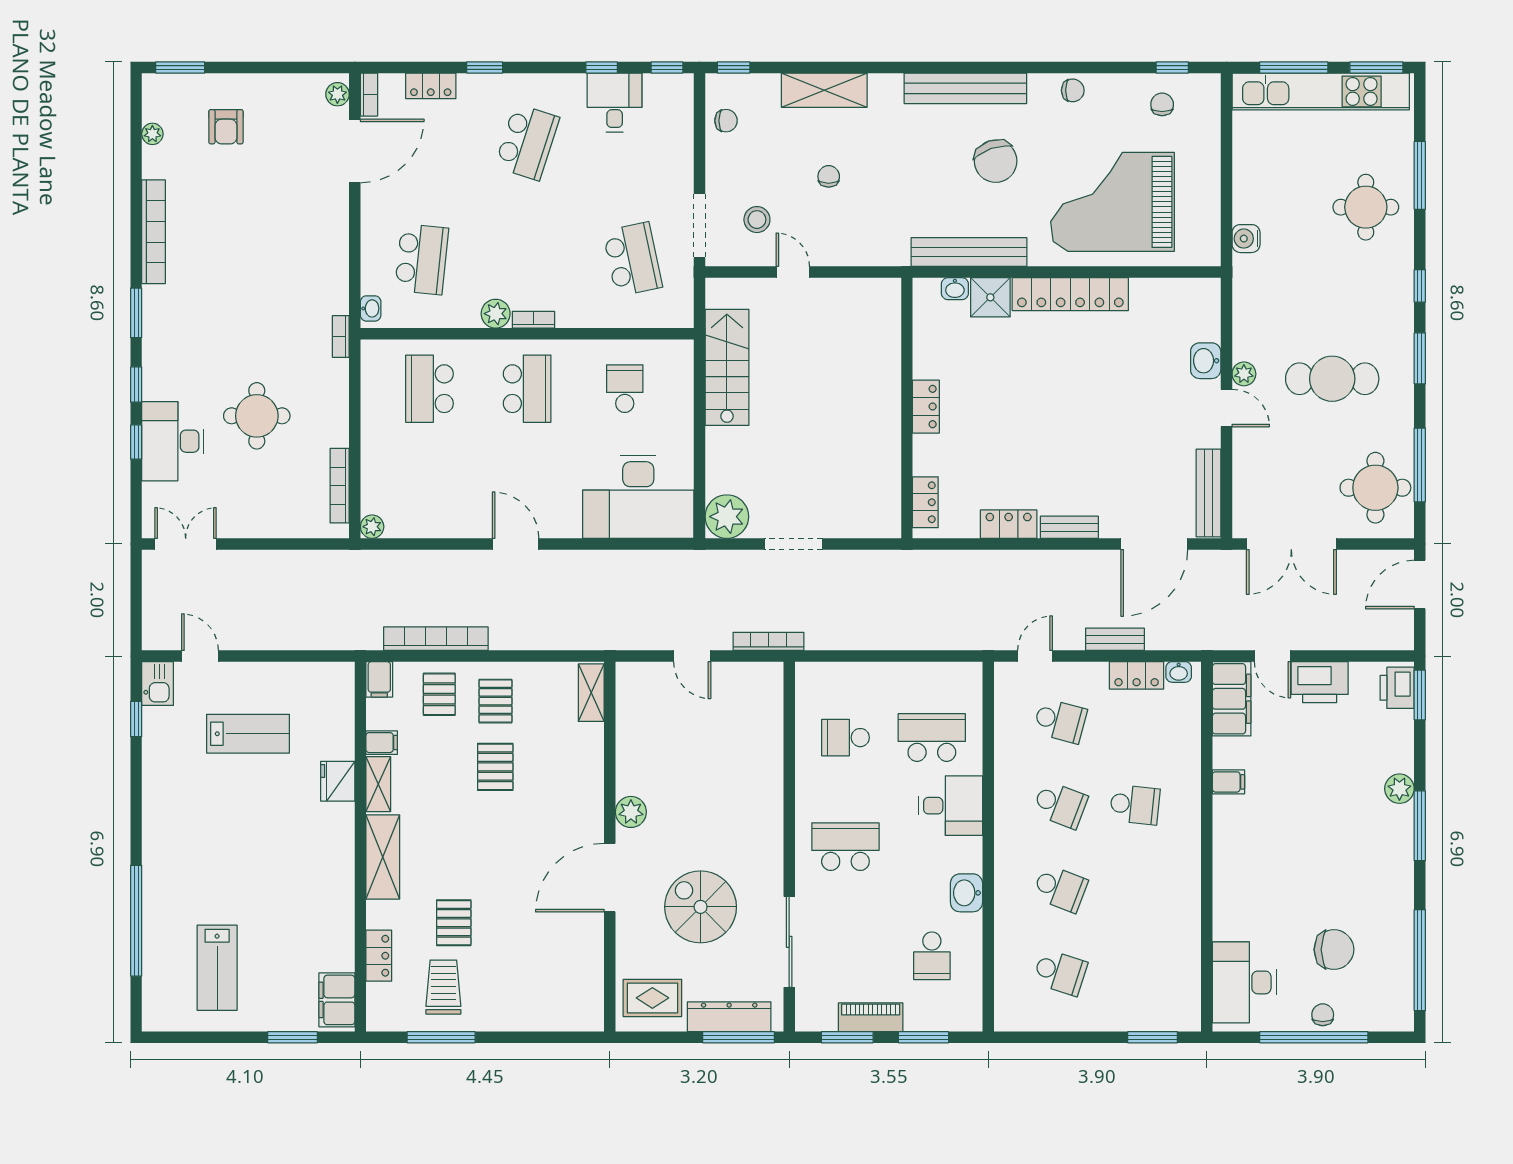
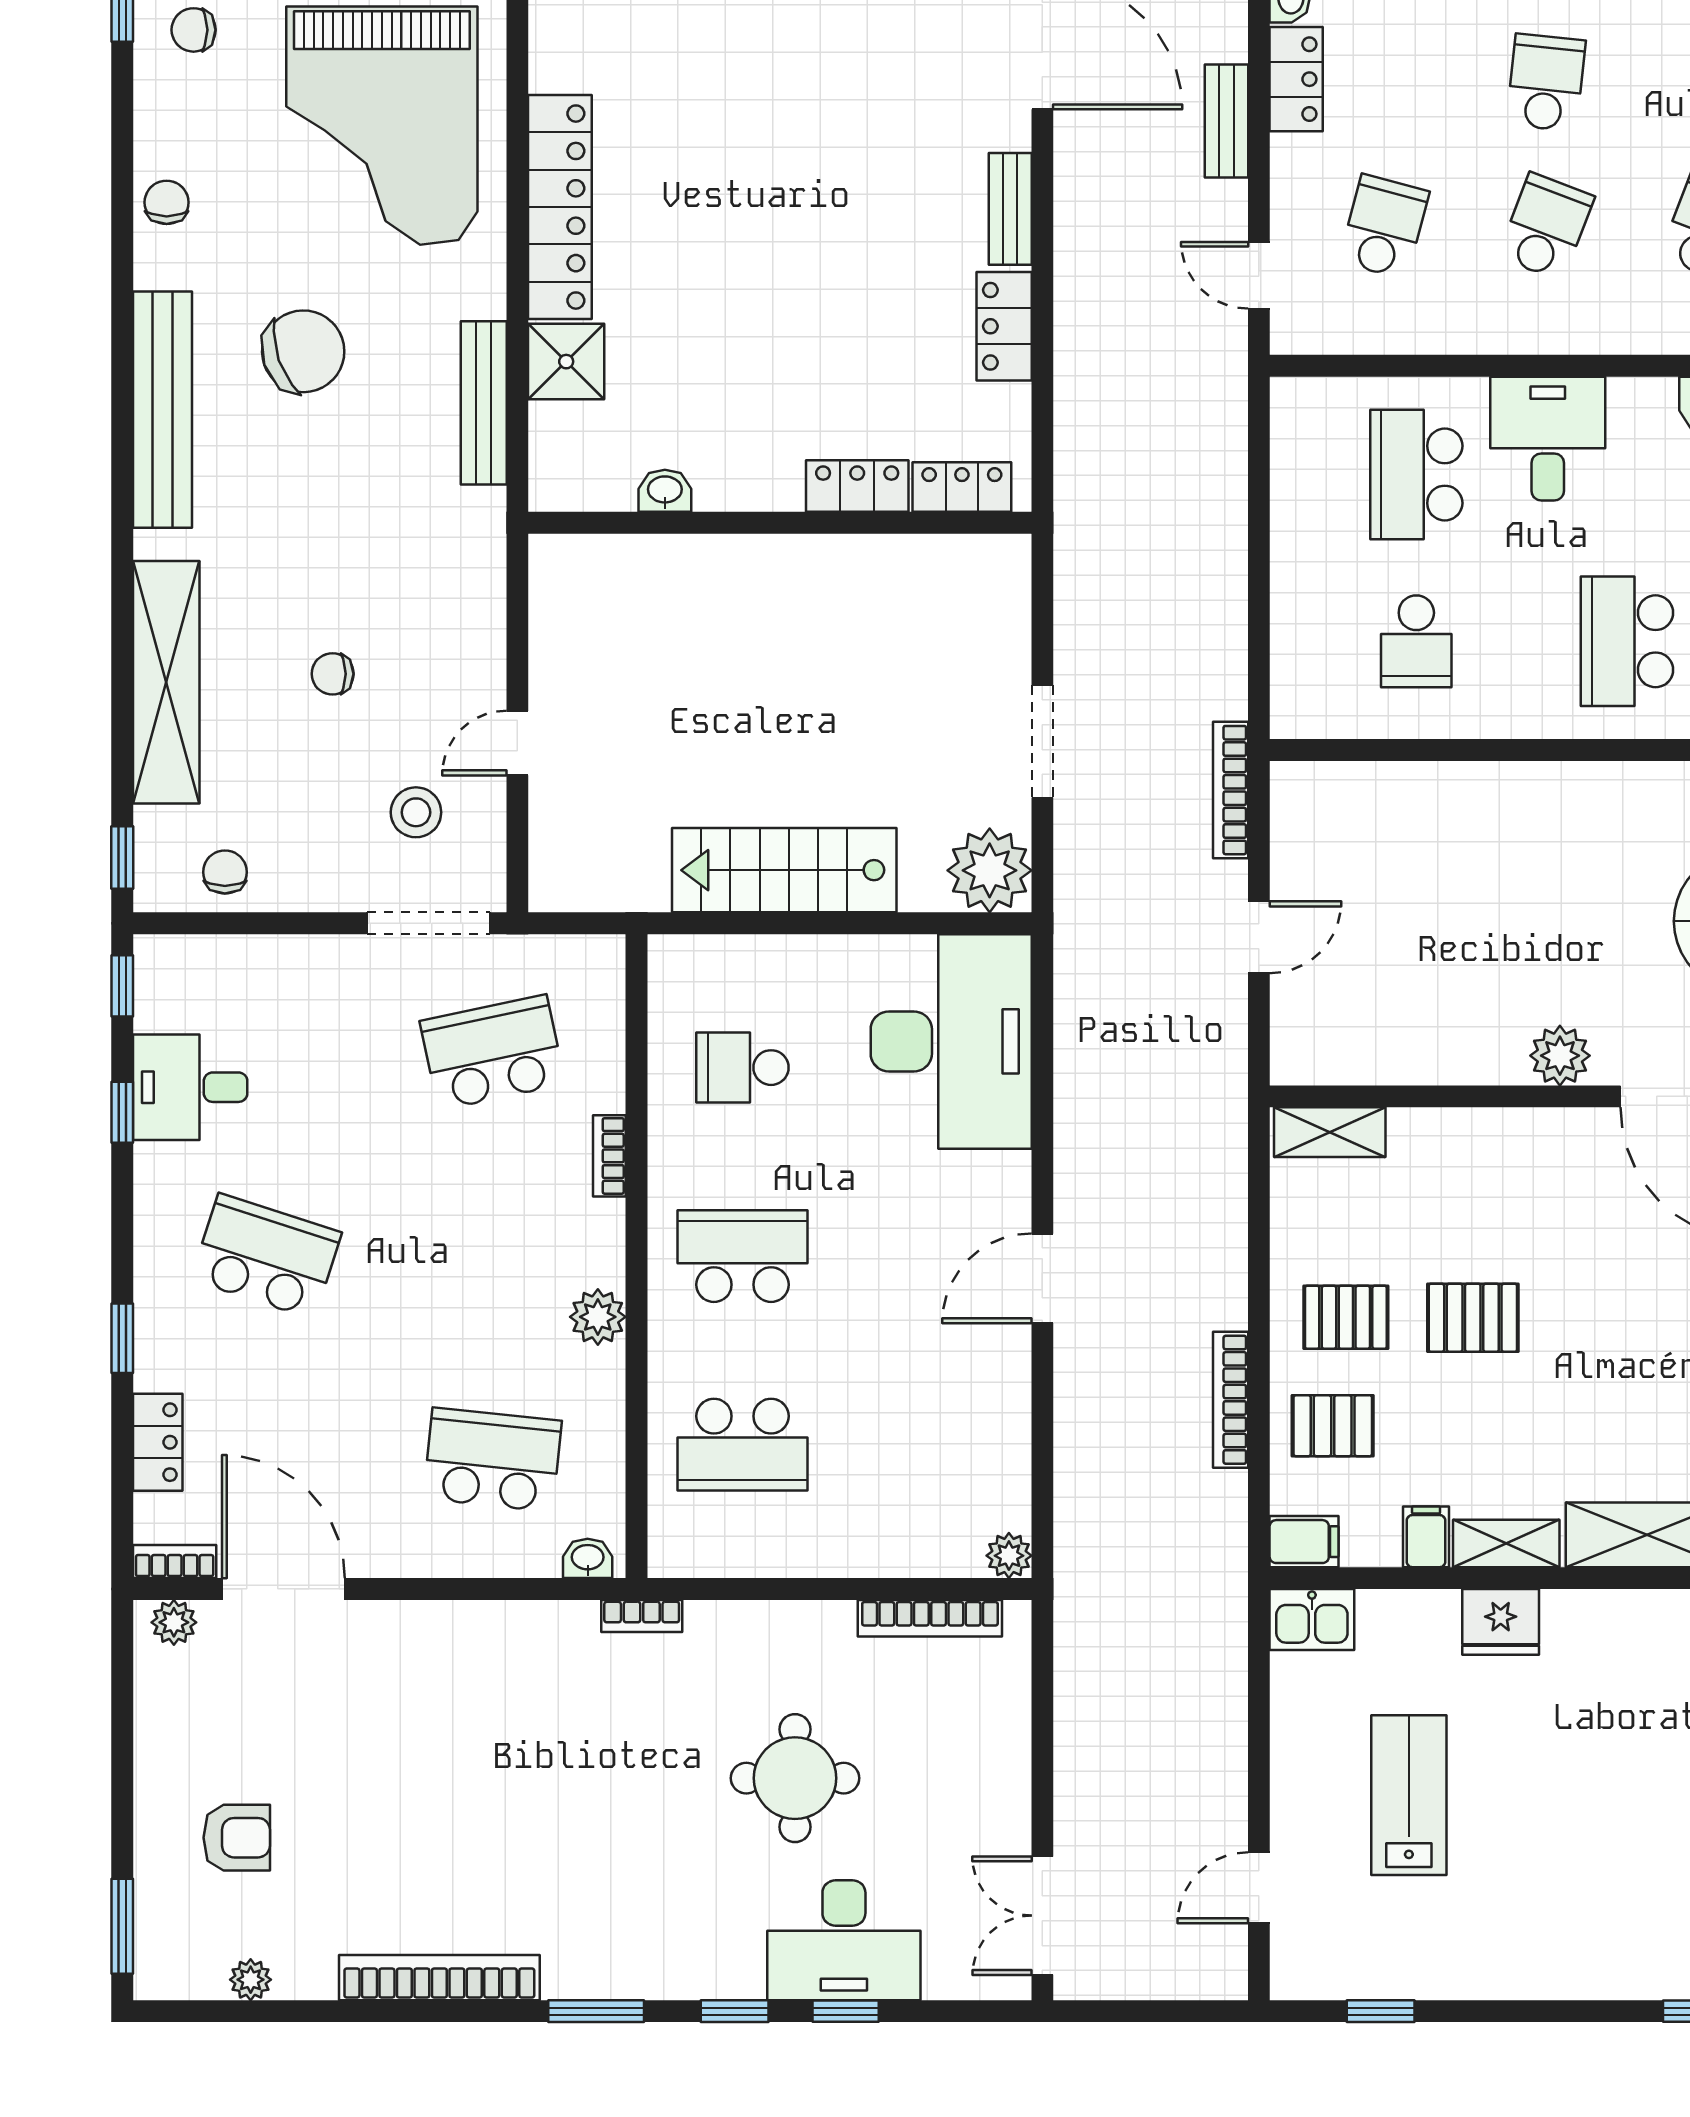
shelving: (824, 90) -> (166, 682), width x1.47
bench: (969, 252) -> (484, 403), width x0.73, depth x0.82
washbasin: (955, 289) -> (665, 491), moved, turned -90
bookcase: (533, 320) -> (609, 1156), moved
stairs: (727, 367) -> (784, 870), moved
locker: (926, 407) -> (857, 486), moved
bookcase: (436, 639) -> (1231, 1400), width x0.68, depth x0.76
kitchen sink: (158, 684) -> (1312, 1620), moved, turned 180

